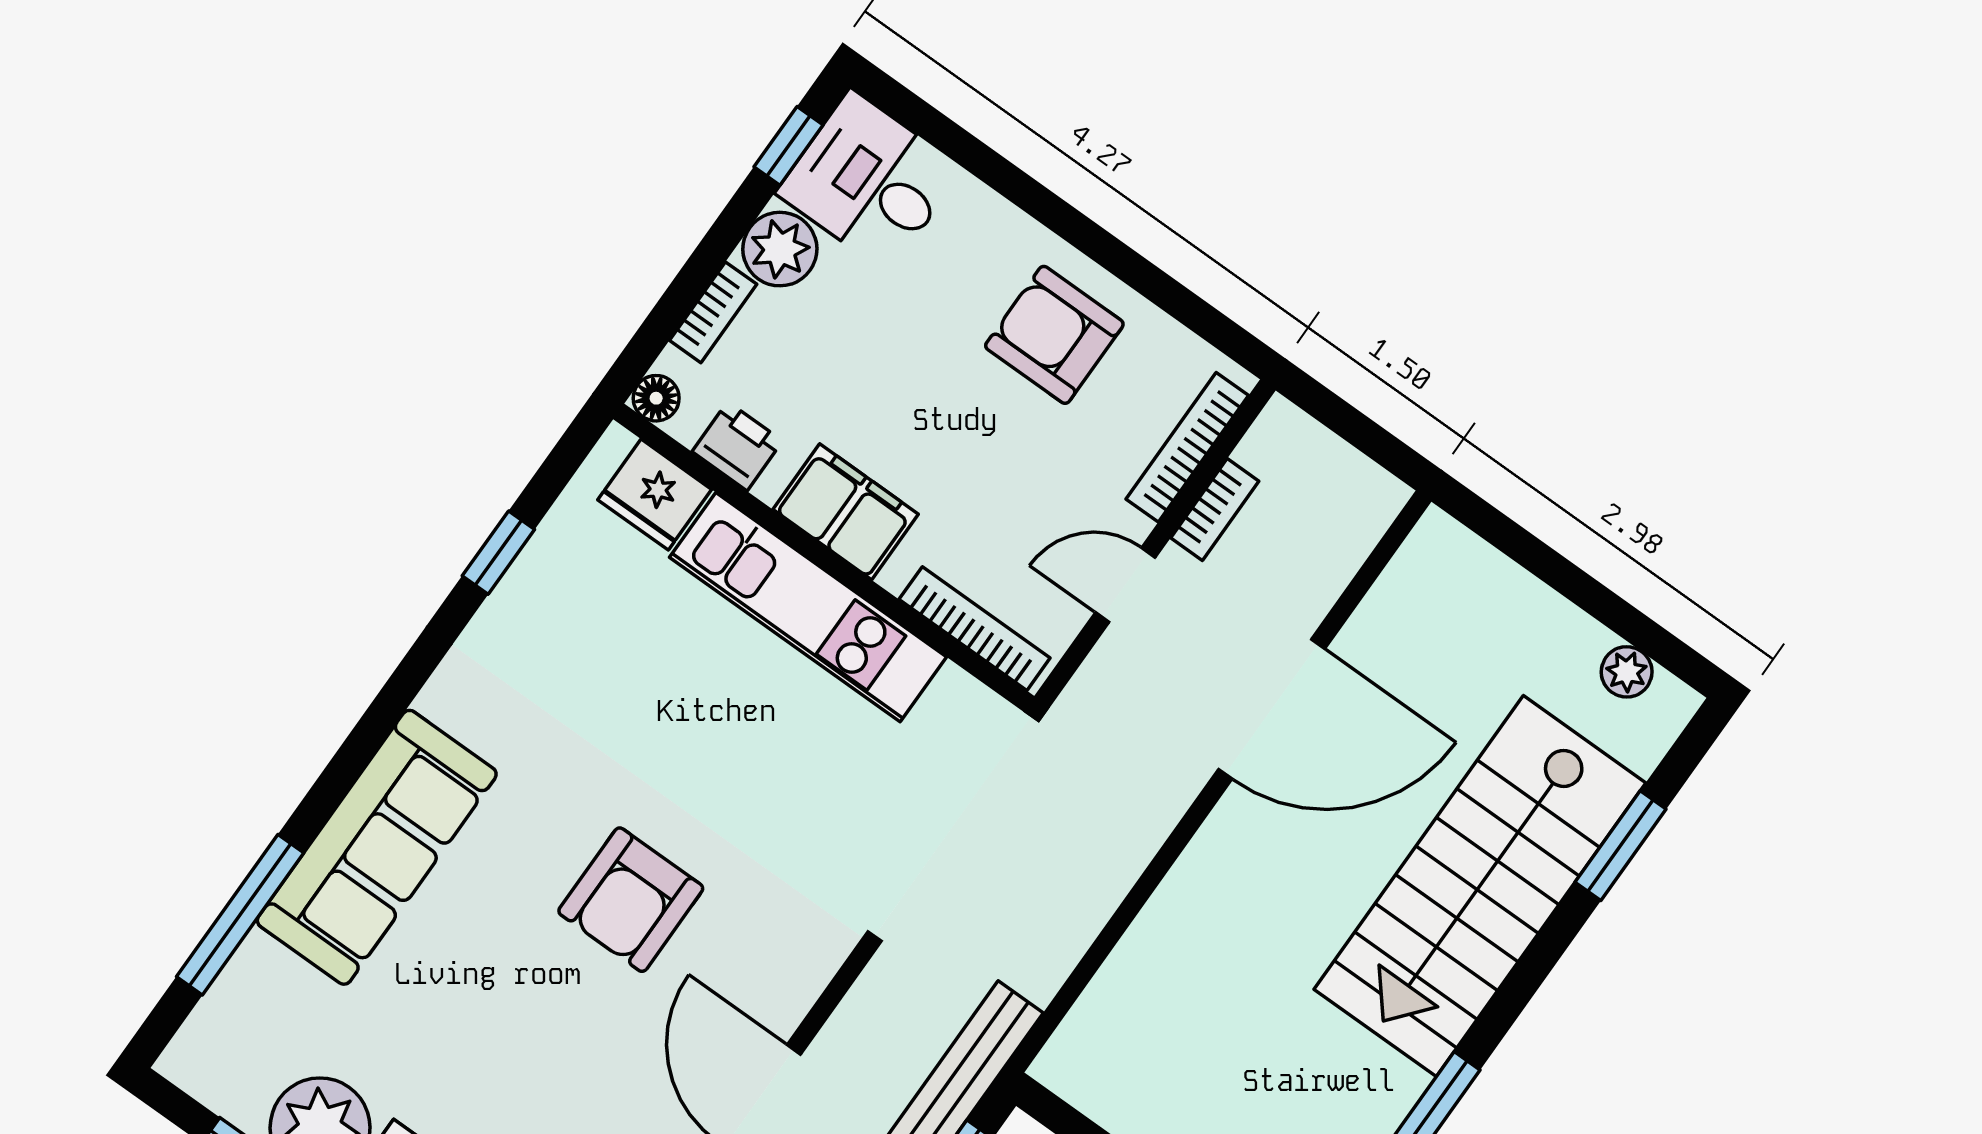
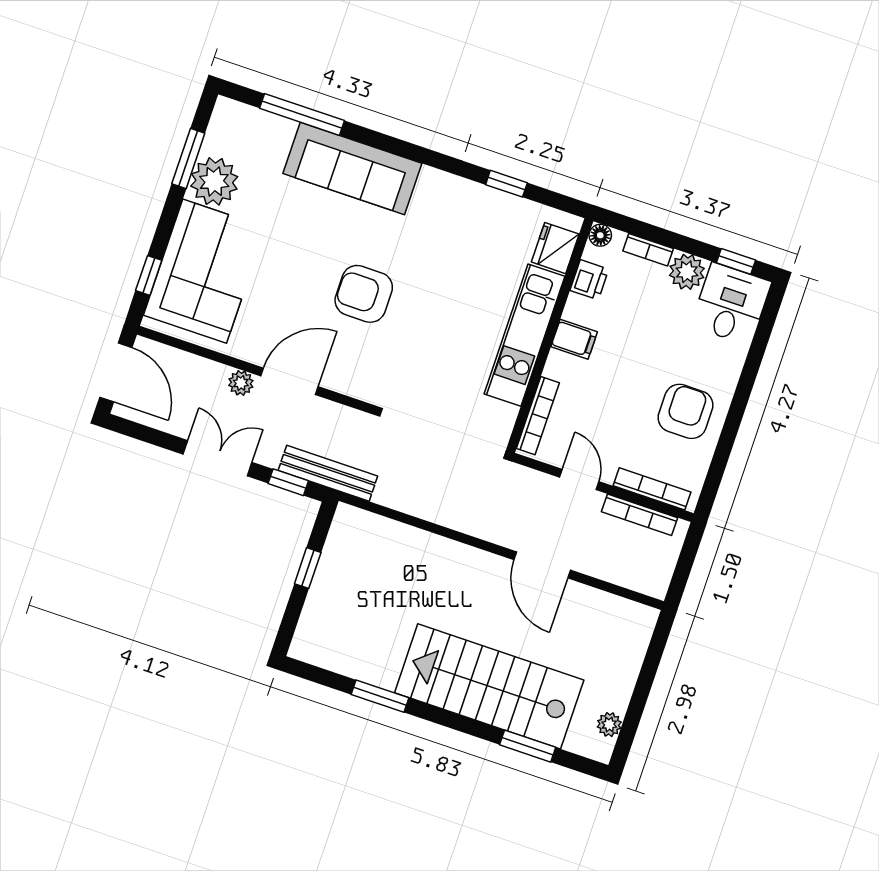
bookcase: (1215, 510) -> (639, 515), width x1.56
filing cabinet: (846, 512) -> (574, 339), width x0.50
door: (1272, 709) -> (542, 565), width x0.73

